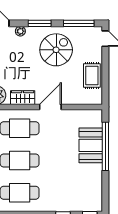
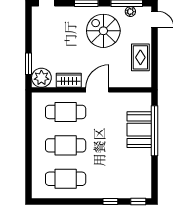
plant: (20, 31) -> (130, 12), moved
spiral stairs: (56, 50) -> (103, 31), turned -90

